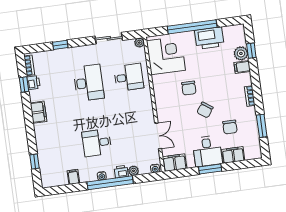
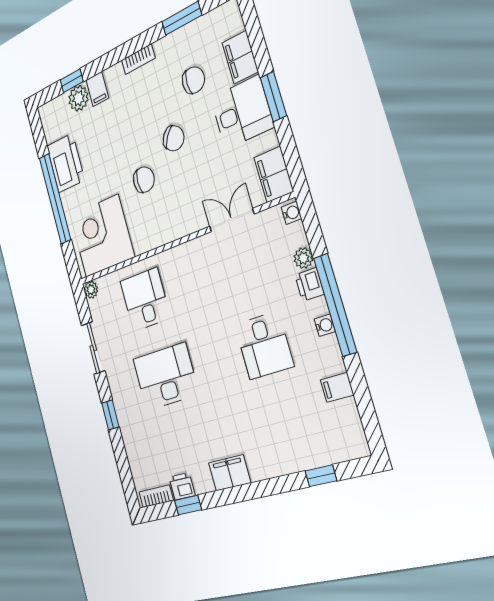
window: (60, 45) -> (110, 415), moved

